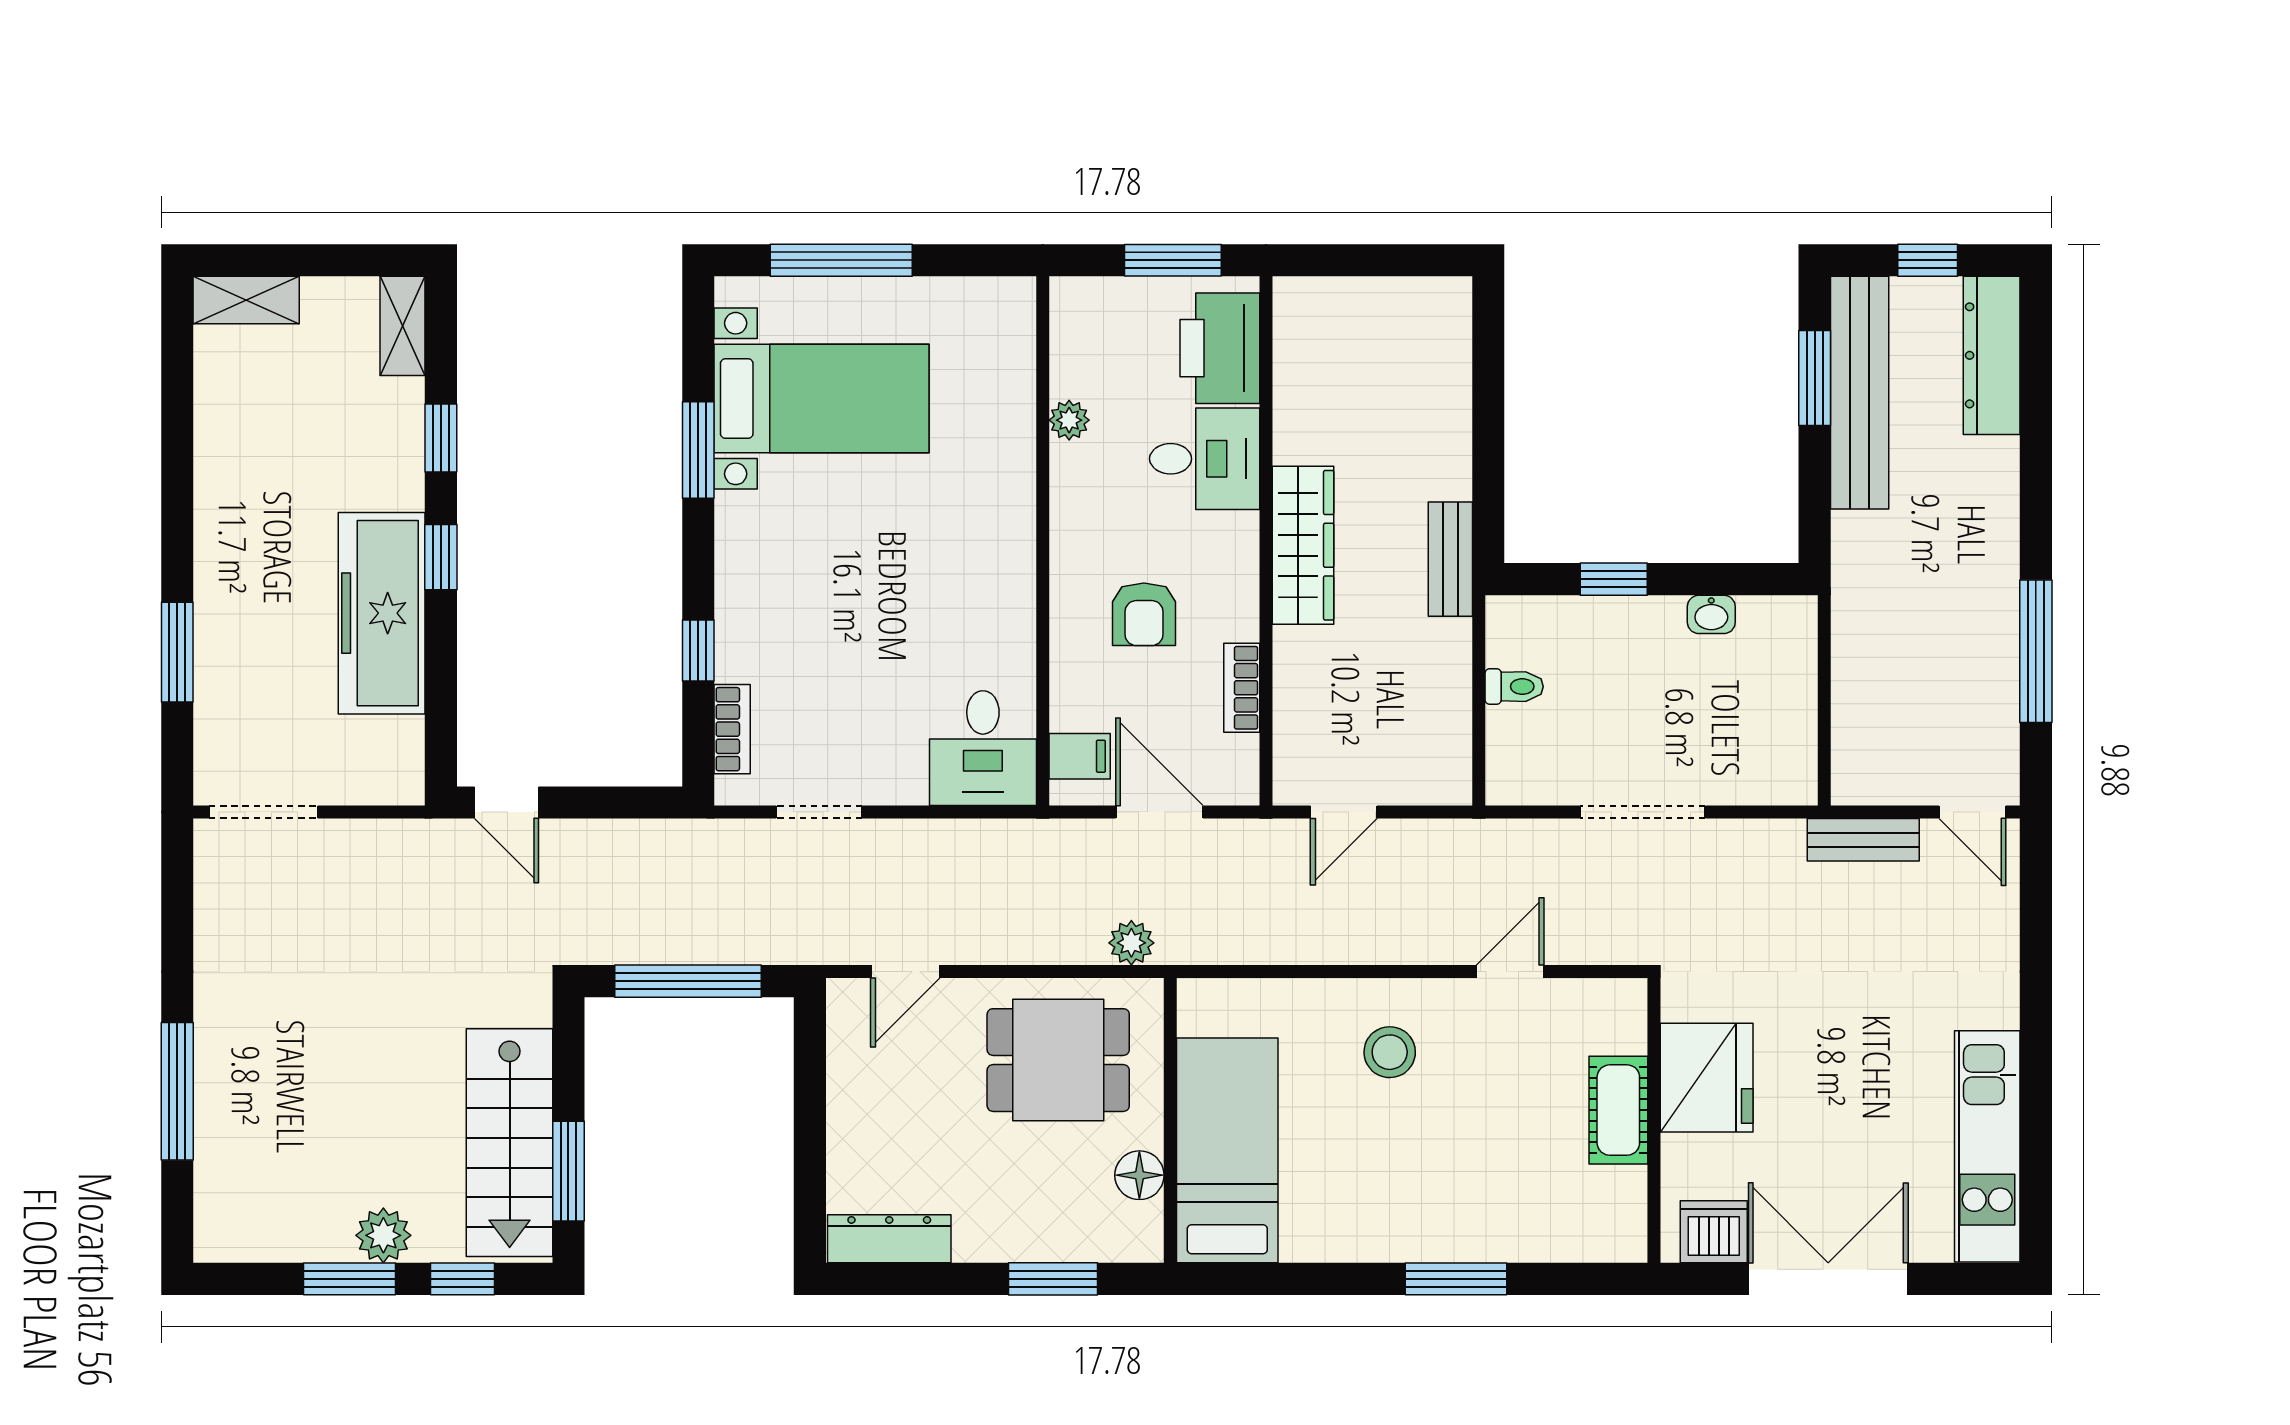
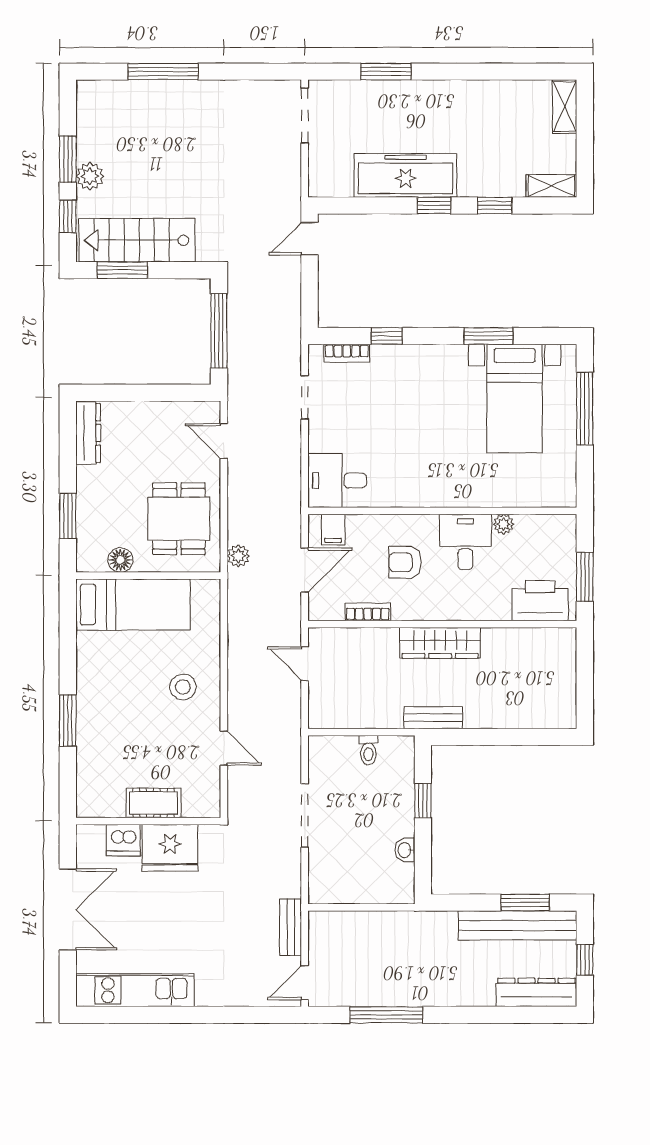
desk: (1205, 459) -> (465, 542), moved, turned 180
dishwasher: (1714, 1232) -> (123, 840), moved, turned 90

